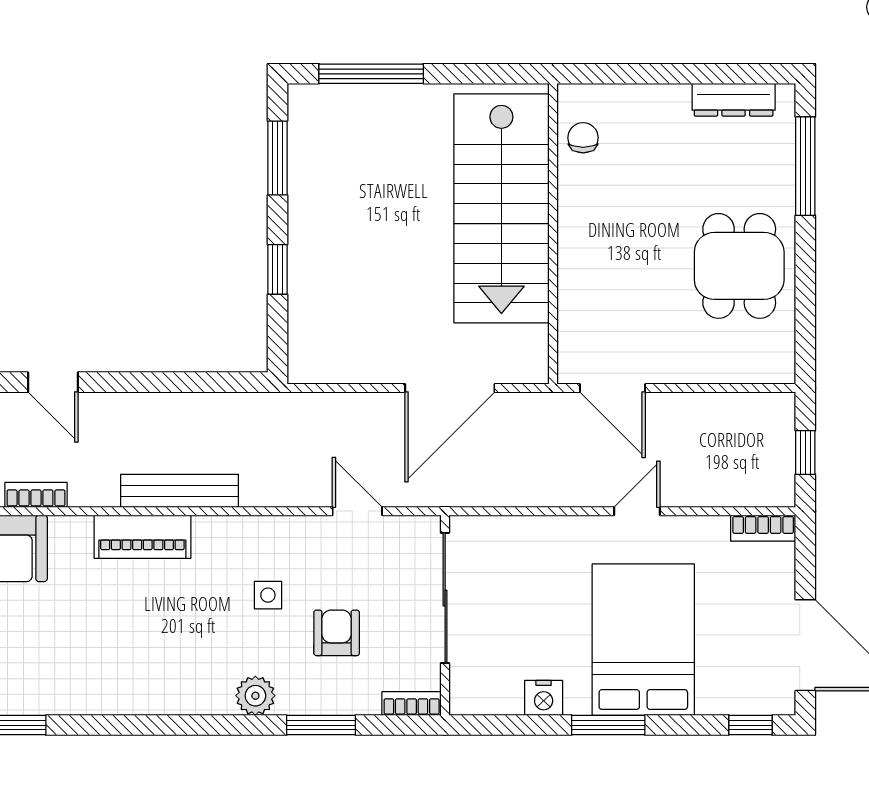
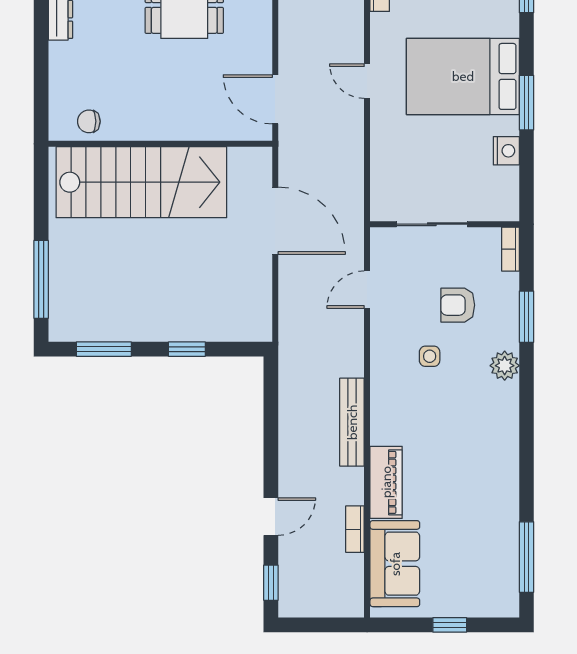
door: (613, 388) -> (275, 99), swing flipped
piano: (142, 537) -> (386, 482), moved
sliding door: (445, 598) -> (432, 224), width x0.73

